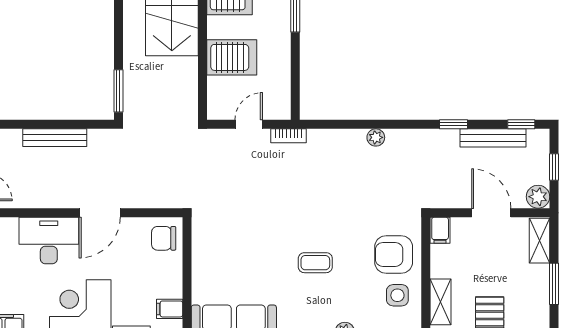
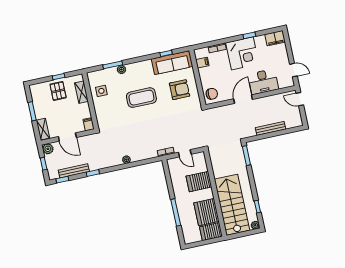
door: (249, 124) -> (185, 153), hinge flipped
armchair: (394, 254) -> (180, 90), moved
coffee table: (315, 263) -> (141, 98), width x1.86, depth x1.72

